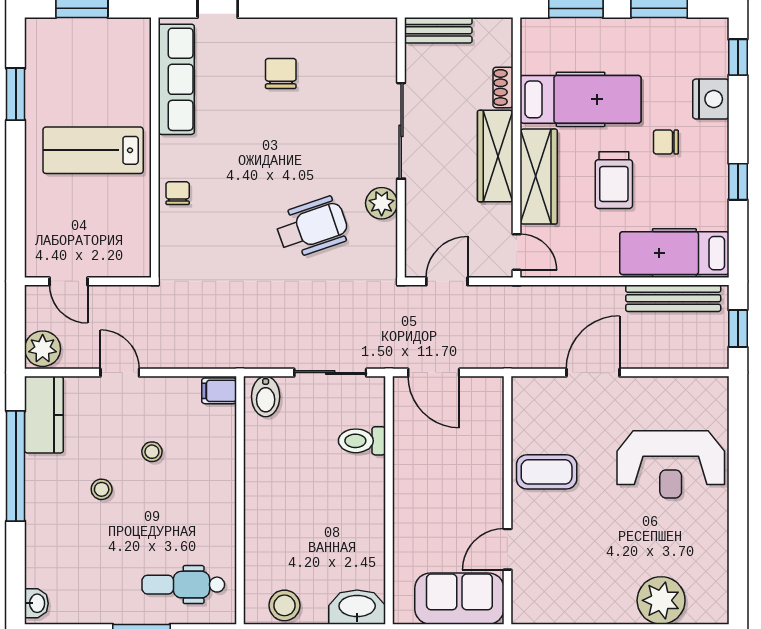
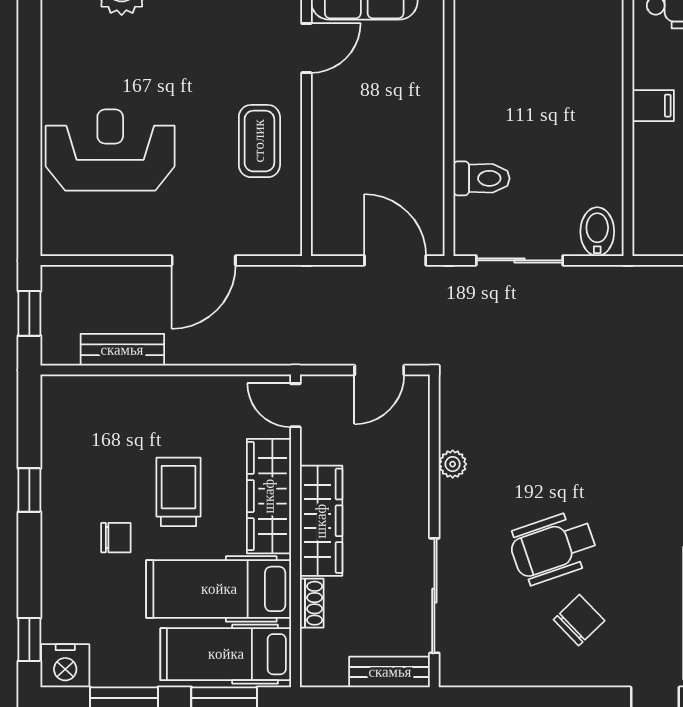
chair: (281, 73) -> (579, 620), turned -134
nightstand: (711, 99) -> (65, 666), moved, turned -90
sliding door: (401, 131) -> (434, 596), moved
plant: (382, 203) -> (453, 464), width x0.73, depth x0.73
wheelchair: (312, 227) -> (553, 547), moved
hospital bed: (674, 253) -> (226, 654), moved, turned 180
bench: (673, 298) -> (122, 350), width x0.73
filing cabinet: (219, 391) -> (653, 106), moved
coffee table: (547, 472) -> (259, 141), turned 90

